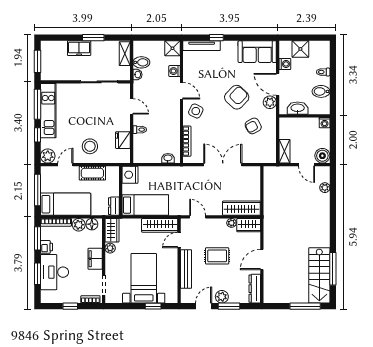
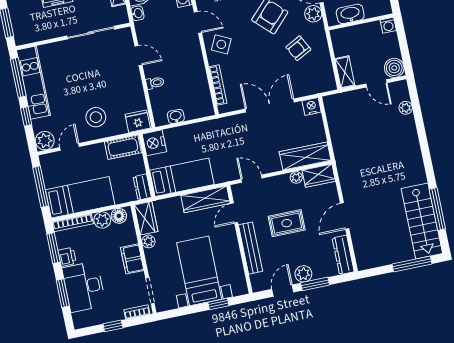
fridge: (123, 140) -> (138, 121), moved, turned 90
washbasin: (168, 158) -> (176, 116), moved
nightstand: (254, 172) -> (312, 106), added
cot: (92, 173) -> (123, 147), moved

